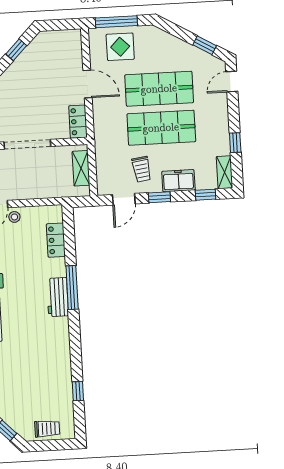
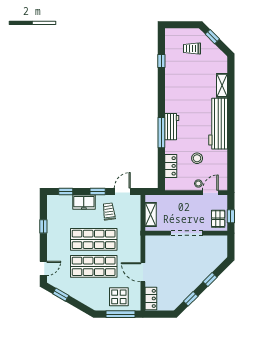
locker: (78, 122) -> (151, 298), moved
shelving: (224, 172) -> (52, 206), removed
stool: (18, 253) -> (197, 158), added
trolley: (47, 429) -> (192, 49), moved

